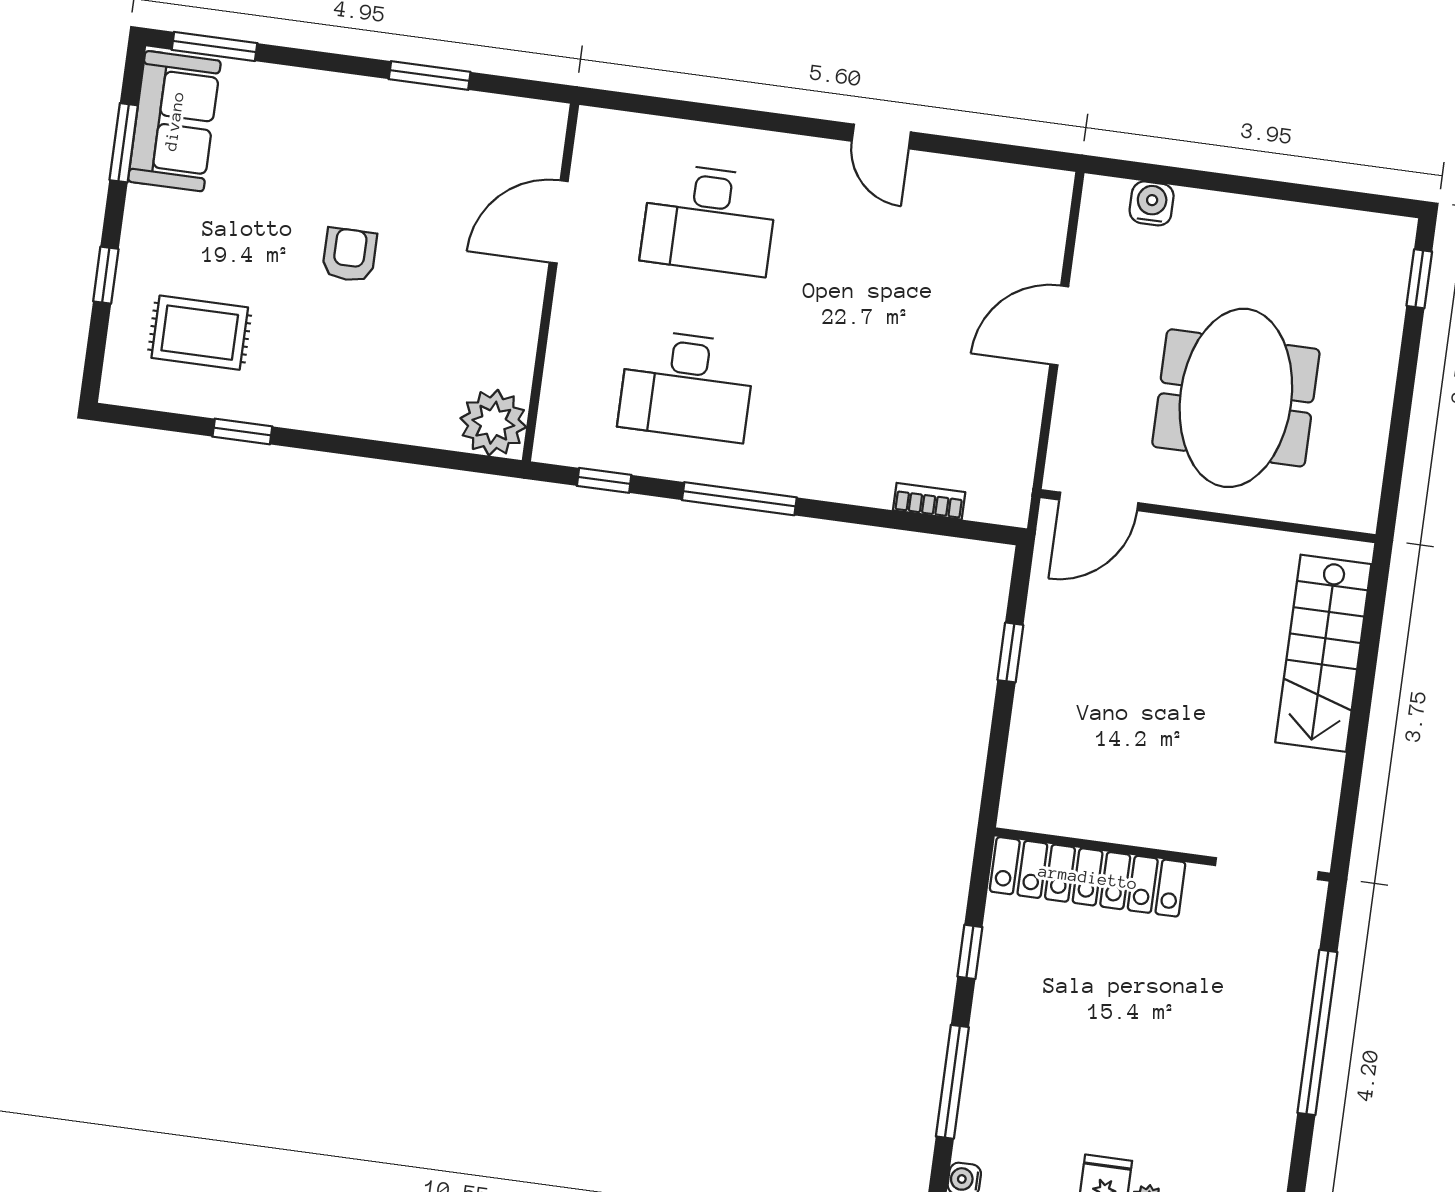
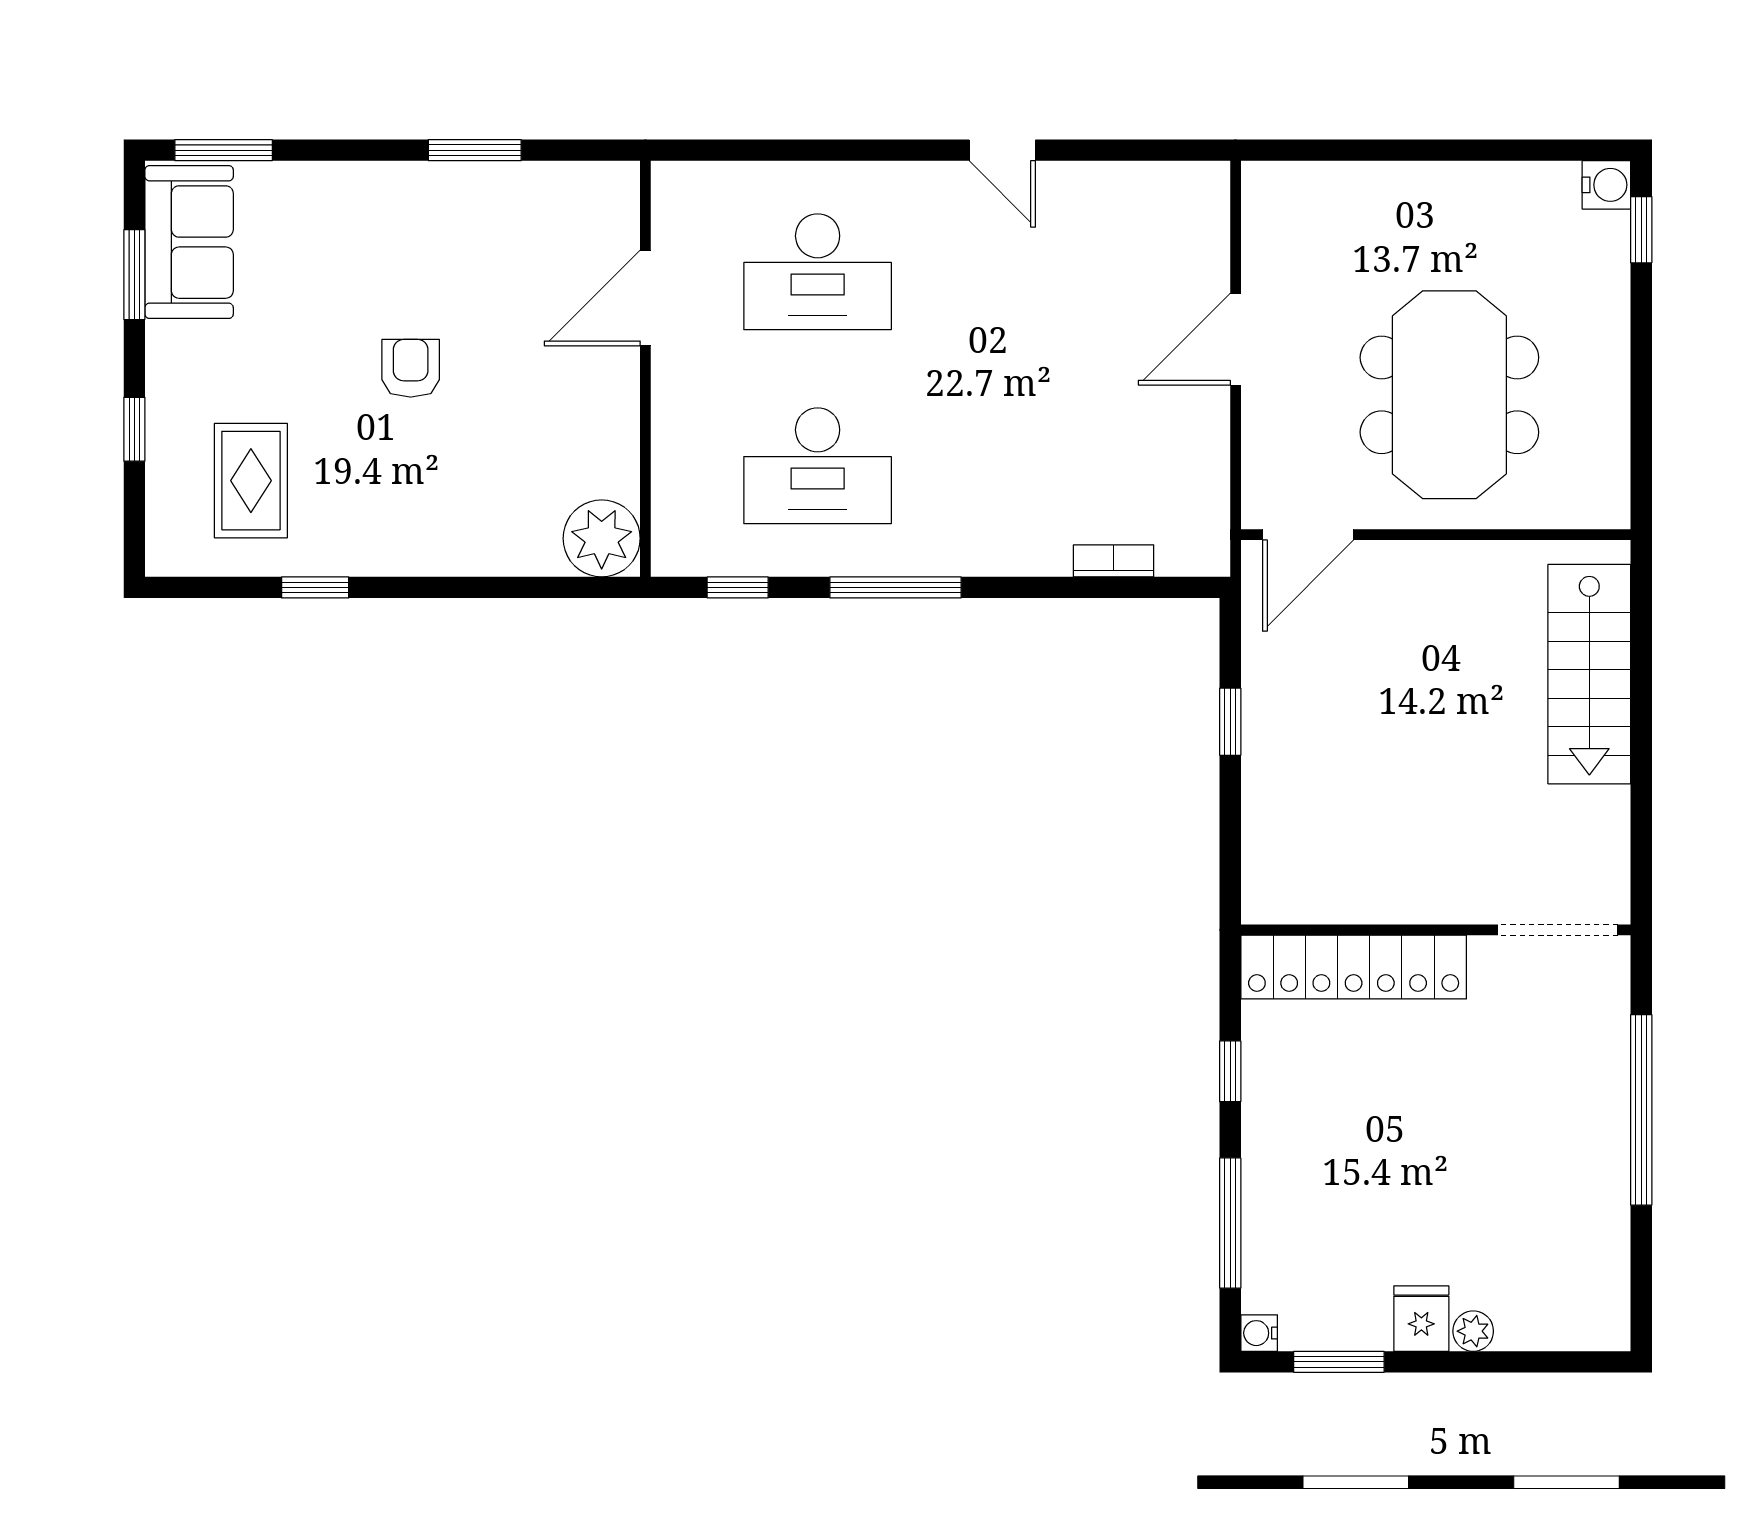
water cooler: (1152, 203) -> (1606, 185), moved, turned 90
rug: (200, 333) -> (251, 481), turned 90

